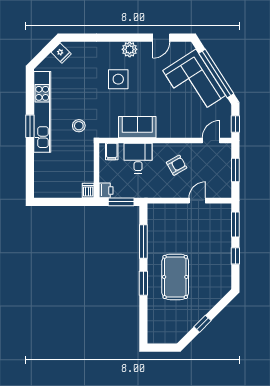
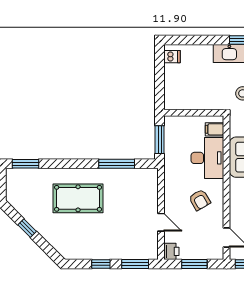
desk: (138, 158) -> (207, 158), width x1.37
printer: (106, 190) -> (171, 251), moved, turned -90
dishwasher: (88, 191) -> (172, 57), moved
window: (143, 283) -> (25, 164), moved

